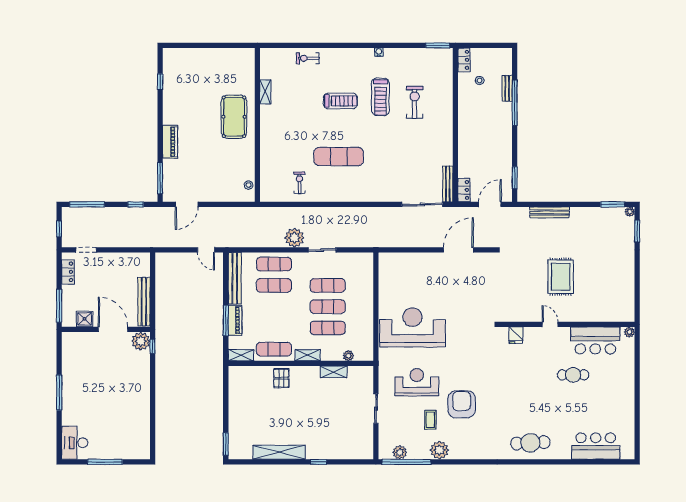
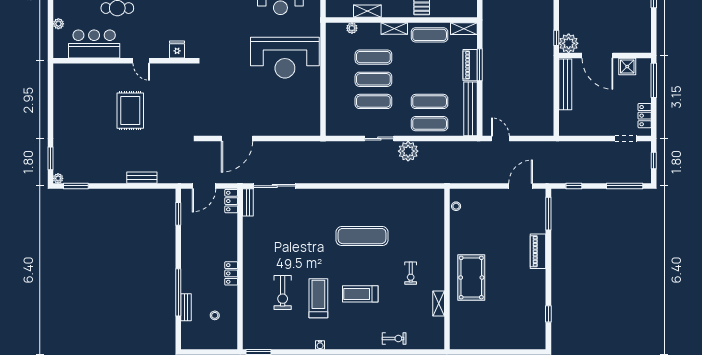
locker: (464, 60) -> (231, 273), moved
exercise bike: (299, 183) -> (411, 273), moved
bench: (448, 184) -> (248, 202), width x0.73
bench: (550, 212) -> (142, 178), width x0.73
plant: (629, 332) -> (58, 24), moved

